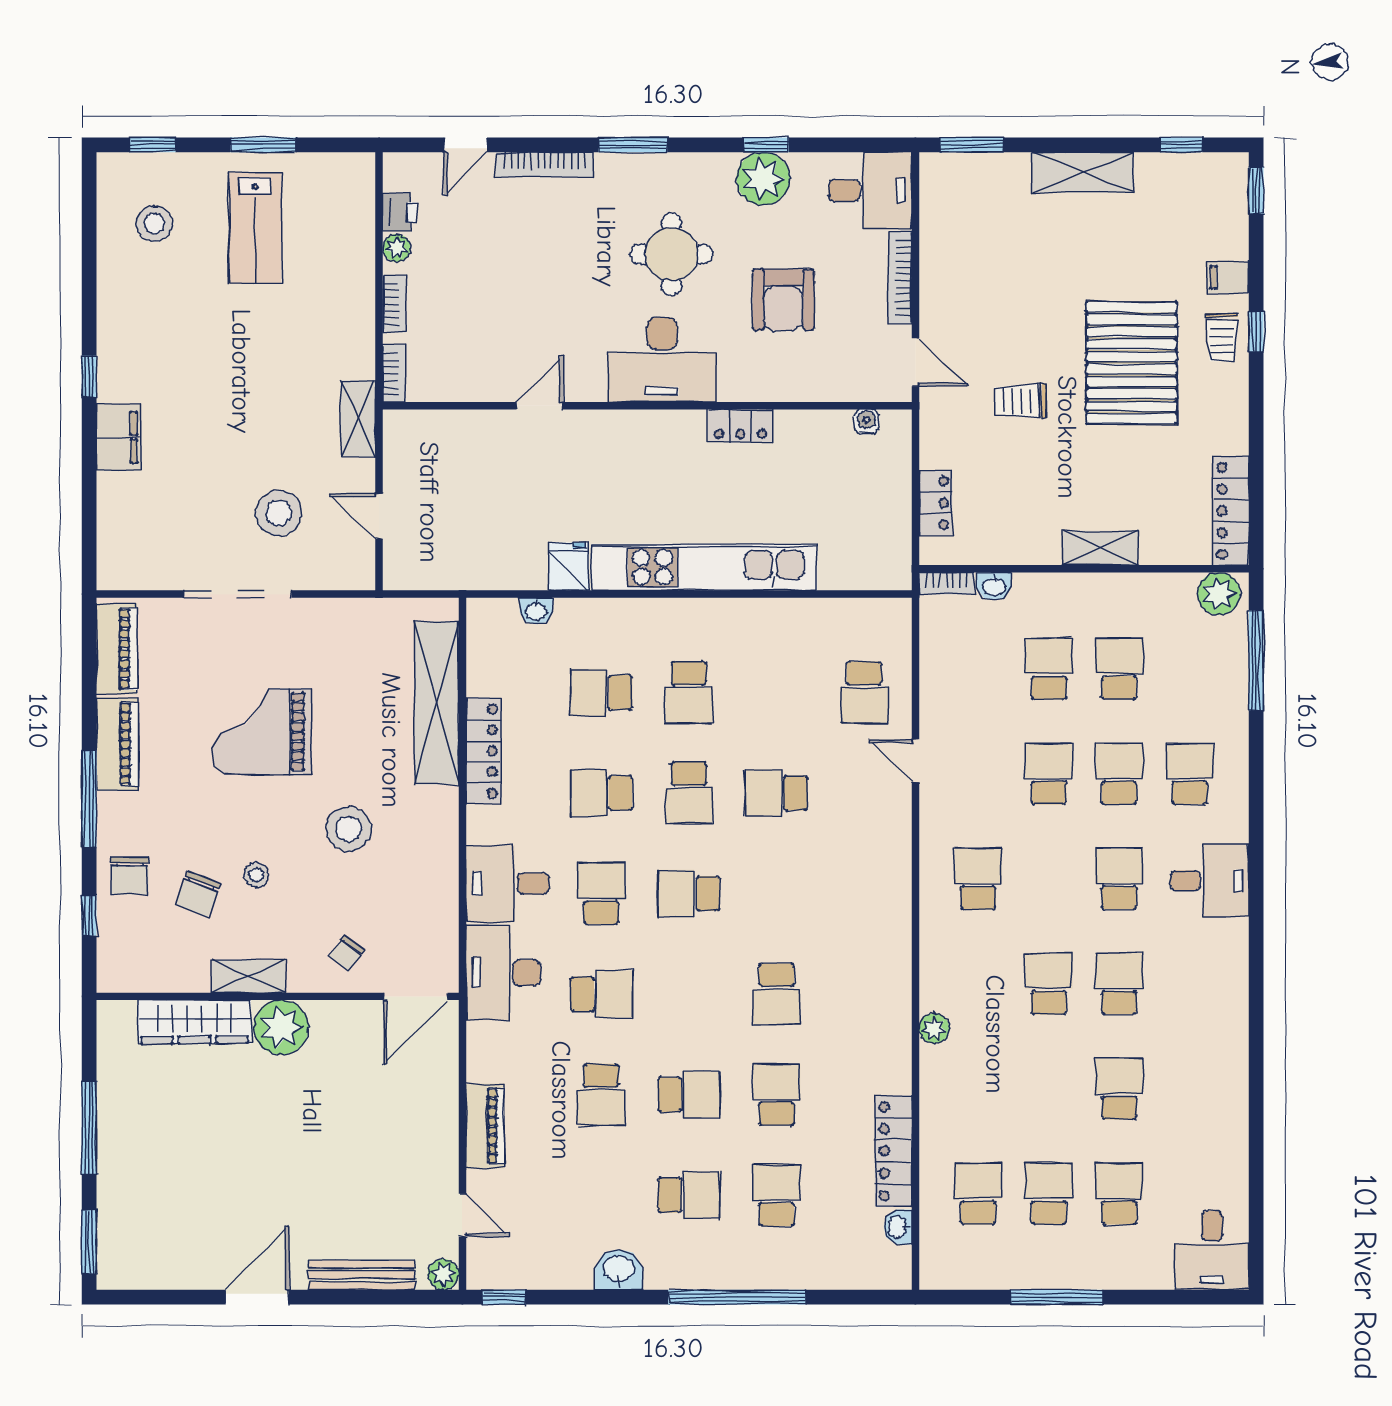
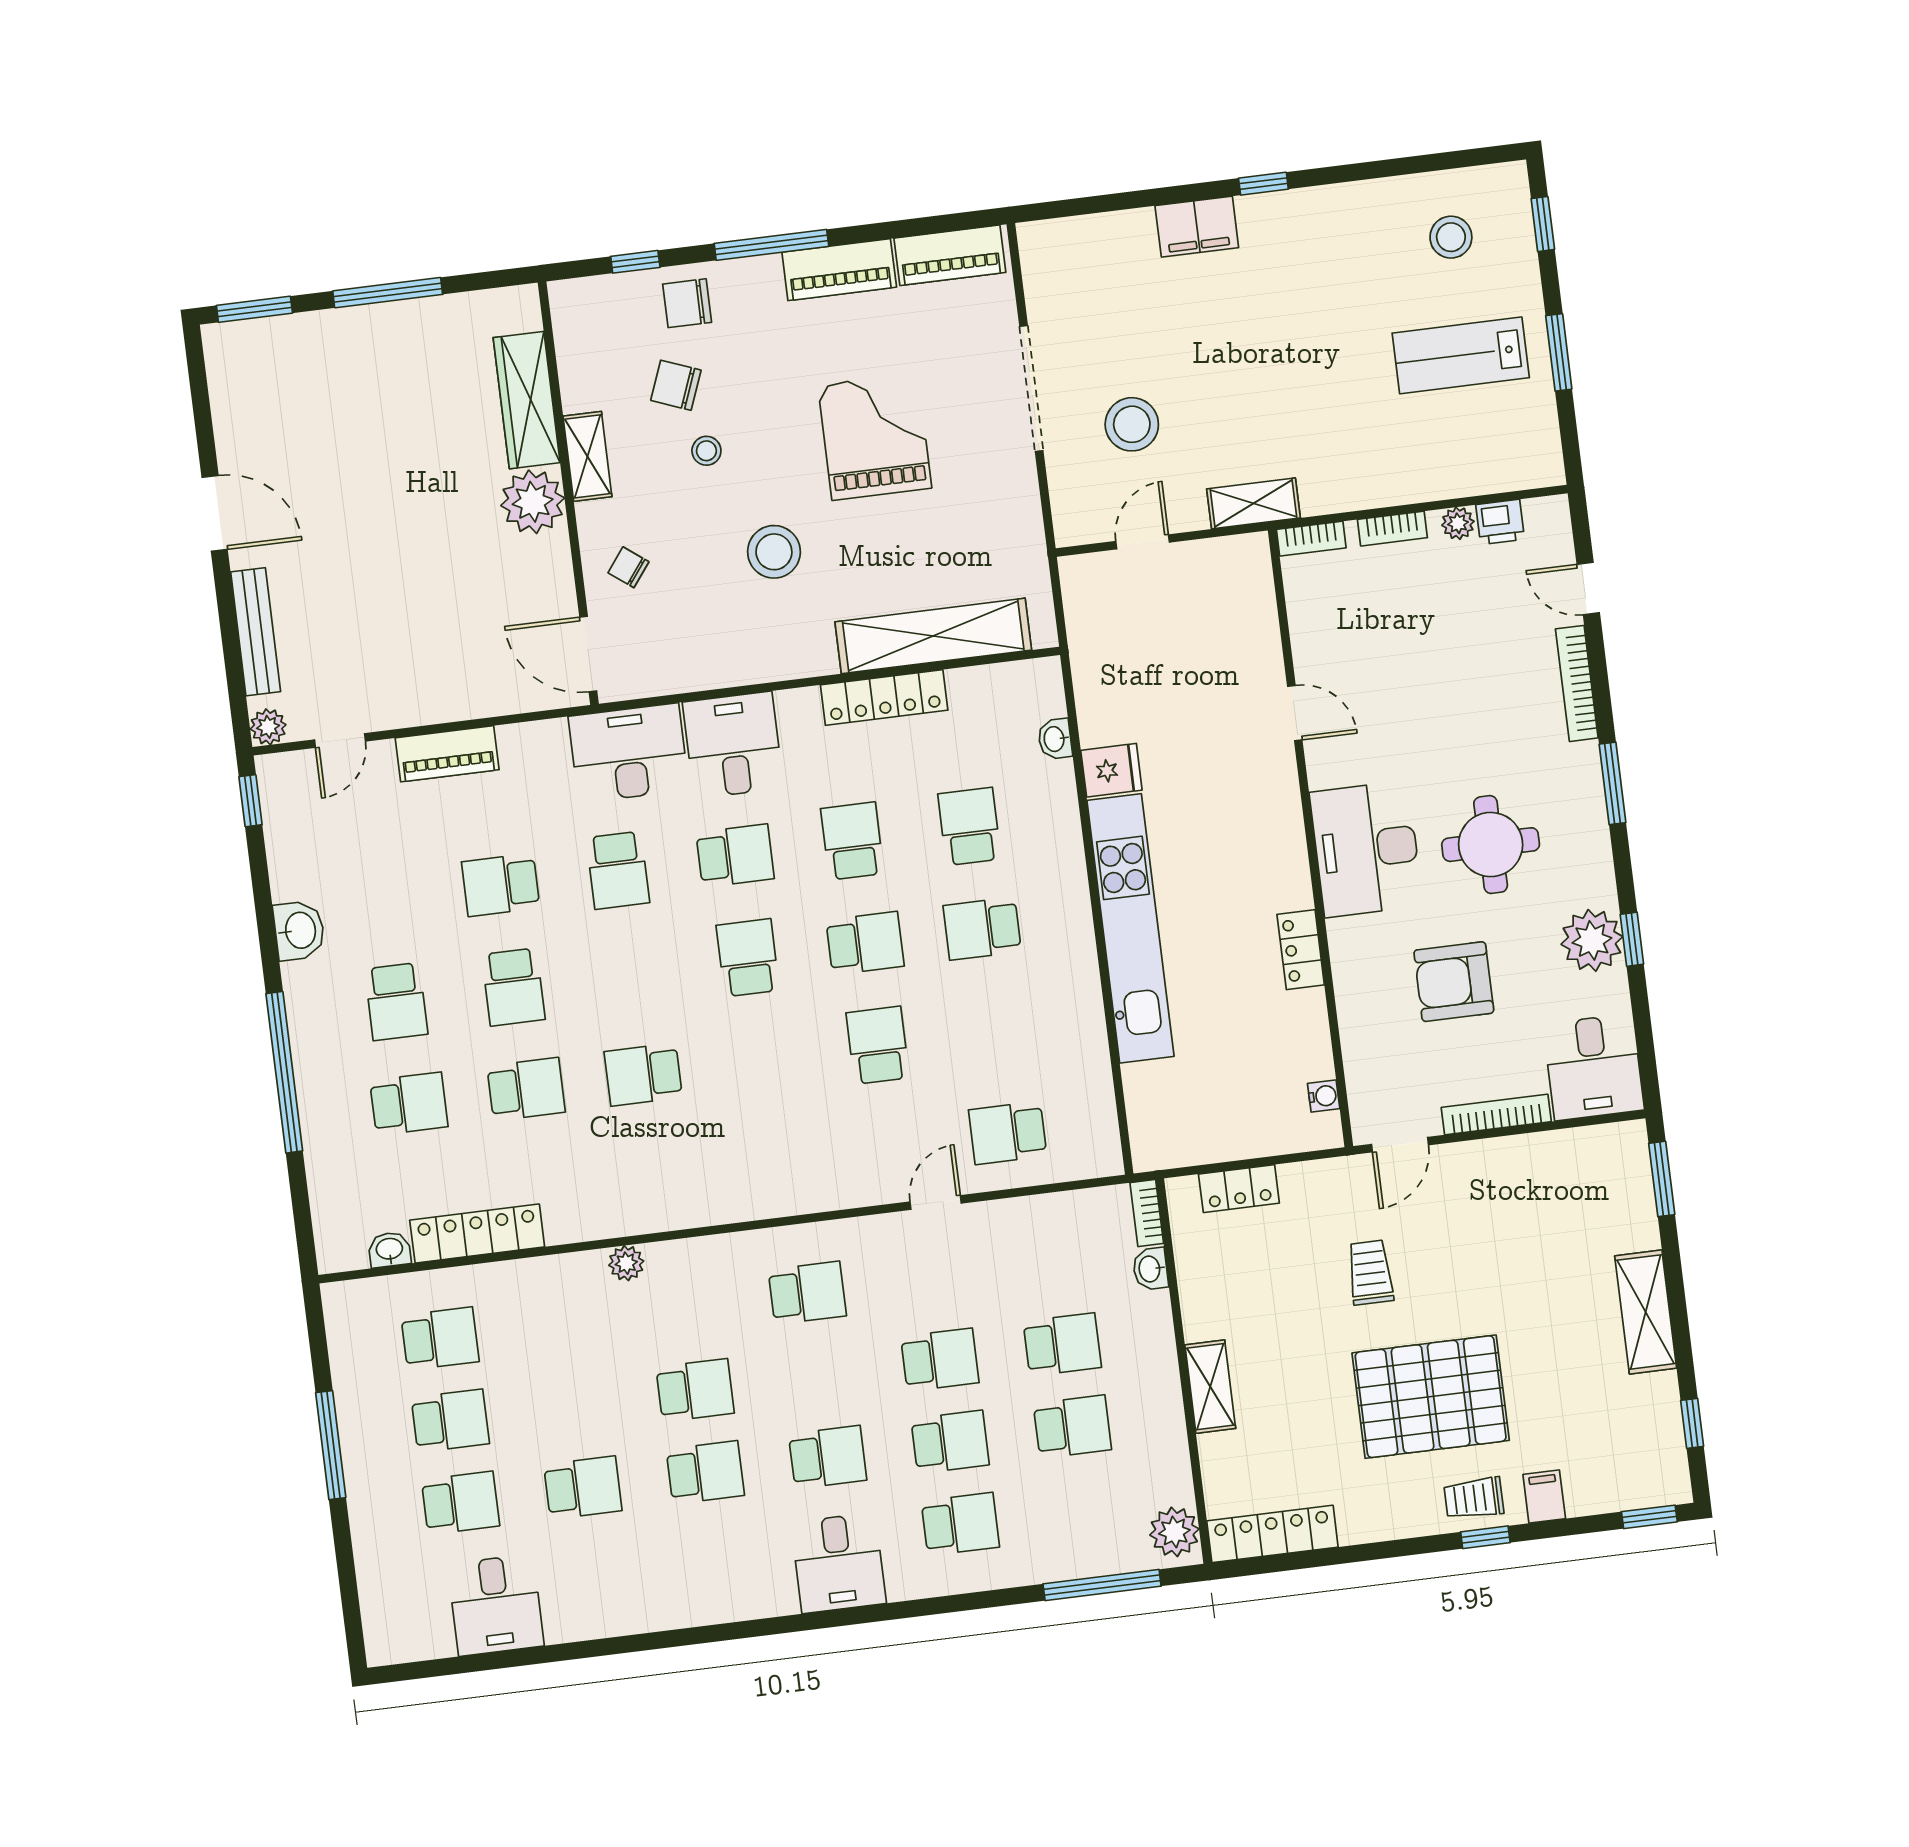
school desk: (689, 793) -> (865, 943), turned 180
desk: (1212, 1250) -> (496, 1605), moved, turned -90

